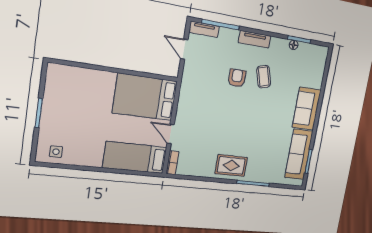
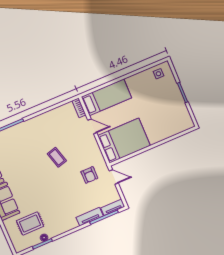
tv unit: (255, 39) -> (90, 217), moved
door: (184, 49) -> (114, 177), moved
coffee table: (264, 77) -> (57, 157), moved
armchair: (237, 78) -> (89, 175), moved
rug: (231, 165) -> (30, 224), moved

